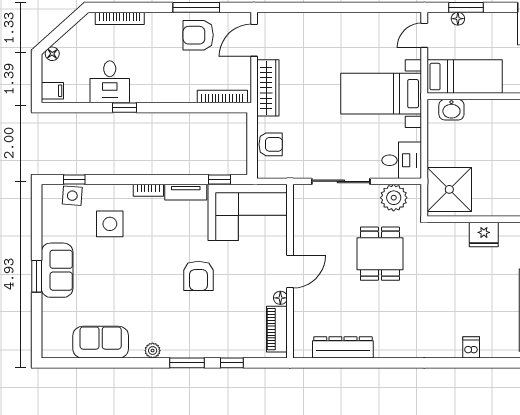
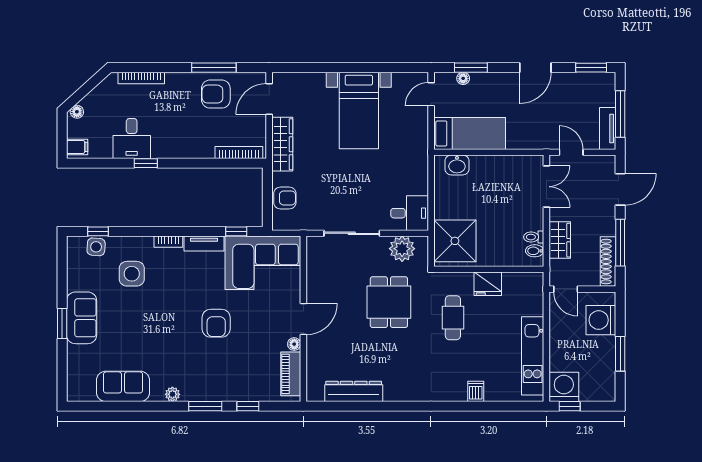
bed with nightstands: (381, 94) -> (359, 110), moved, turned -90
cafe table: (447, 270) -> (453, 318), added

